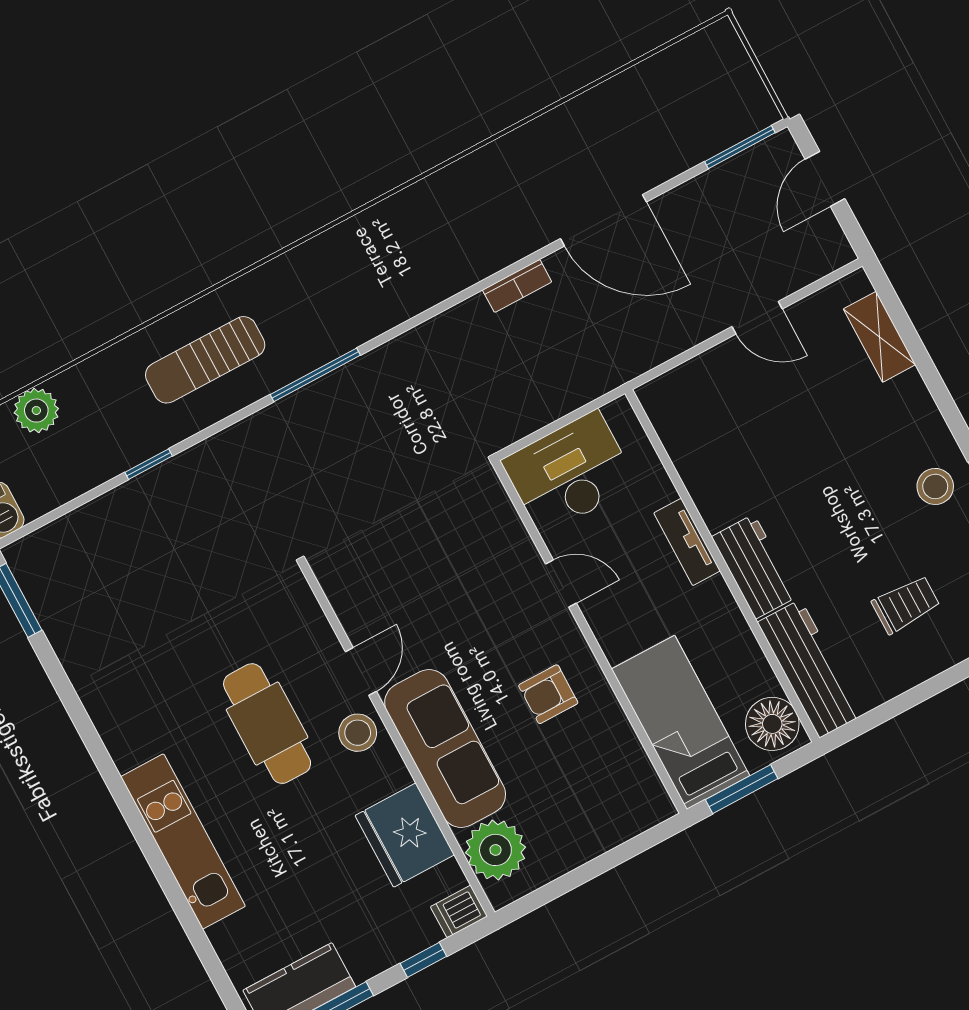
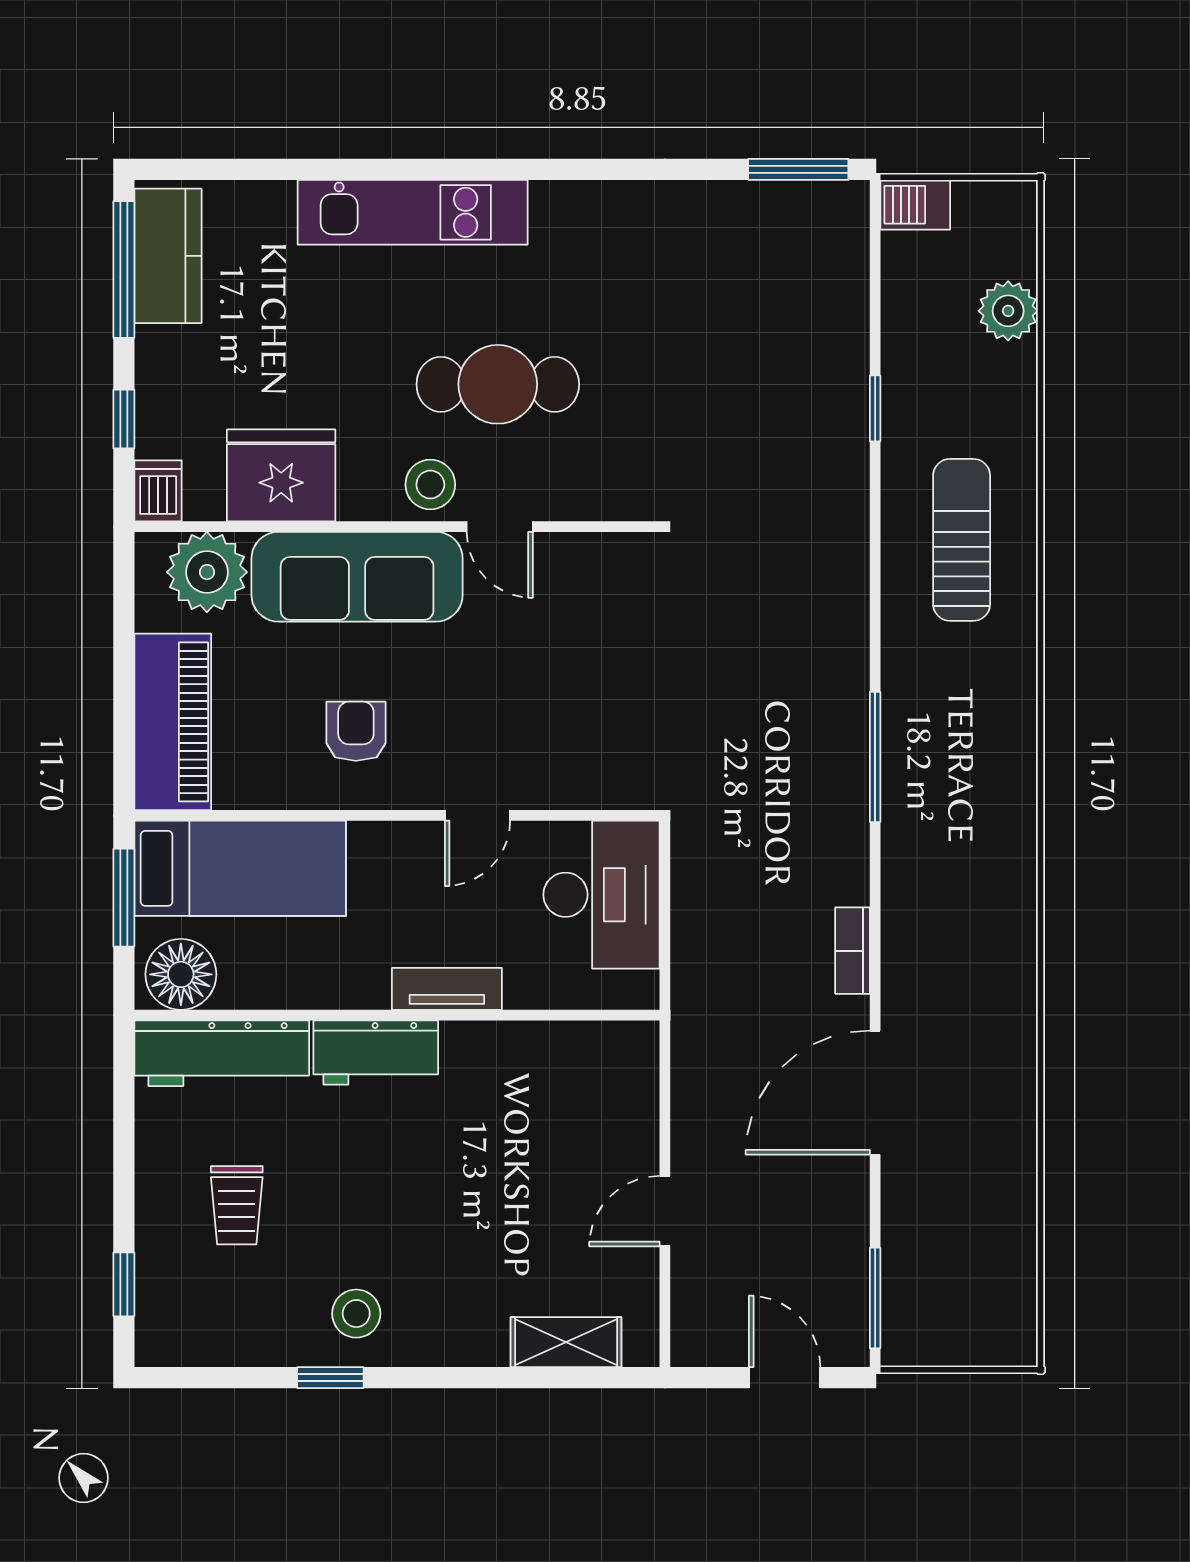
window: (315, 375) -> (875, 757), moved
piano: (607, 819) -> (173, 722), added

